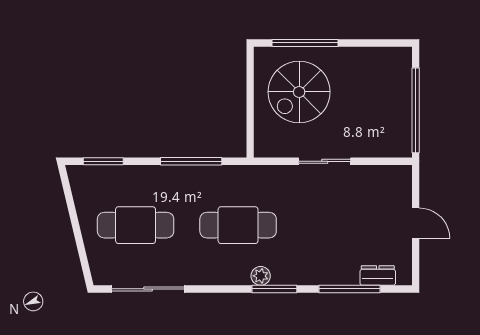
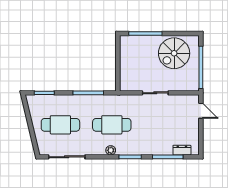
spiral stairs: (299, 92) -> (174, 53), moved
door: (416, 223) -> (201, 111), moved
plant: (261, 276) -> (111, 150), moved

